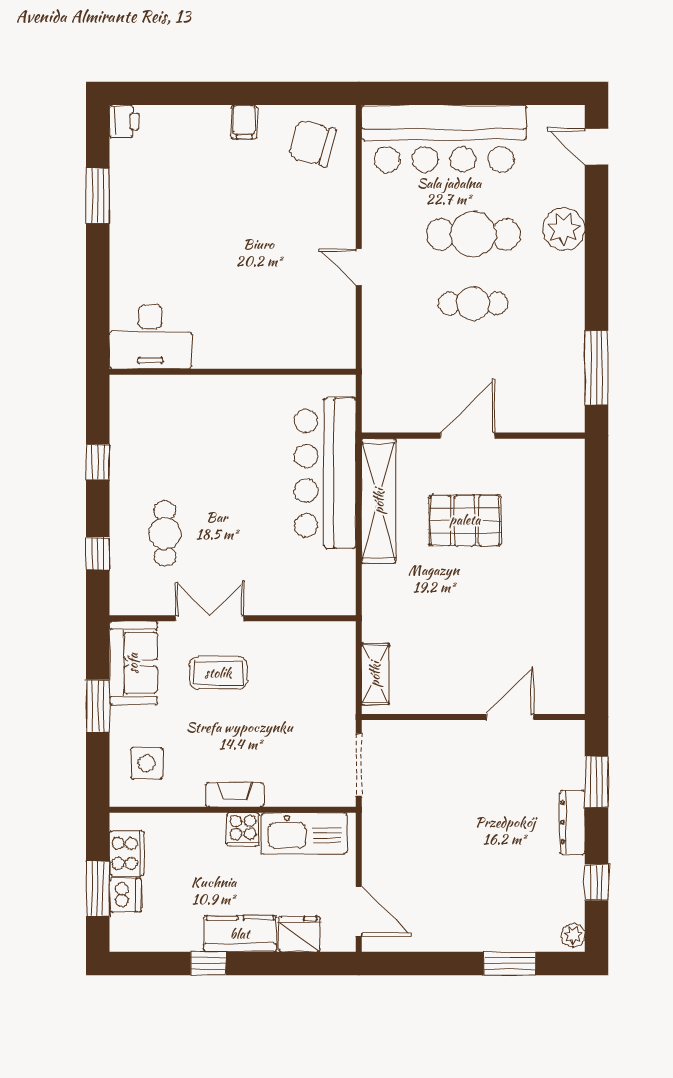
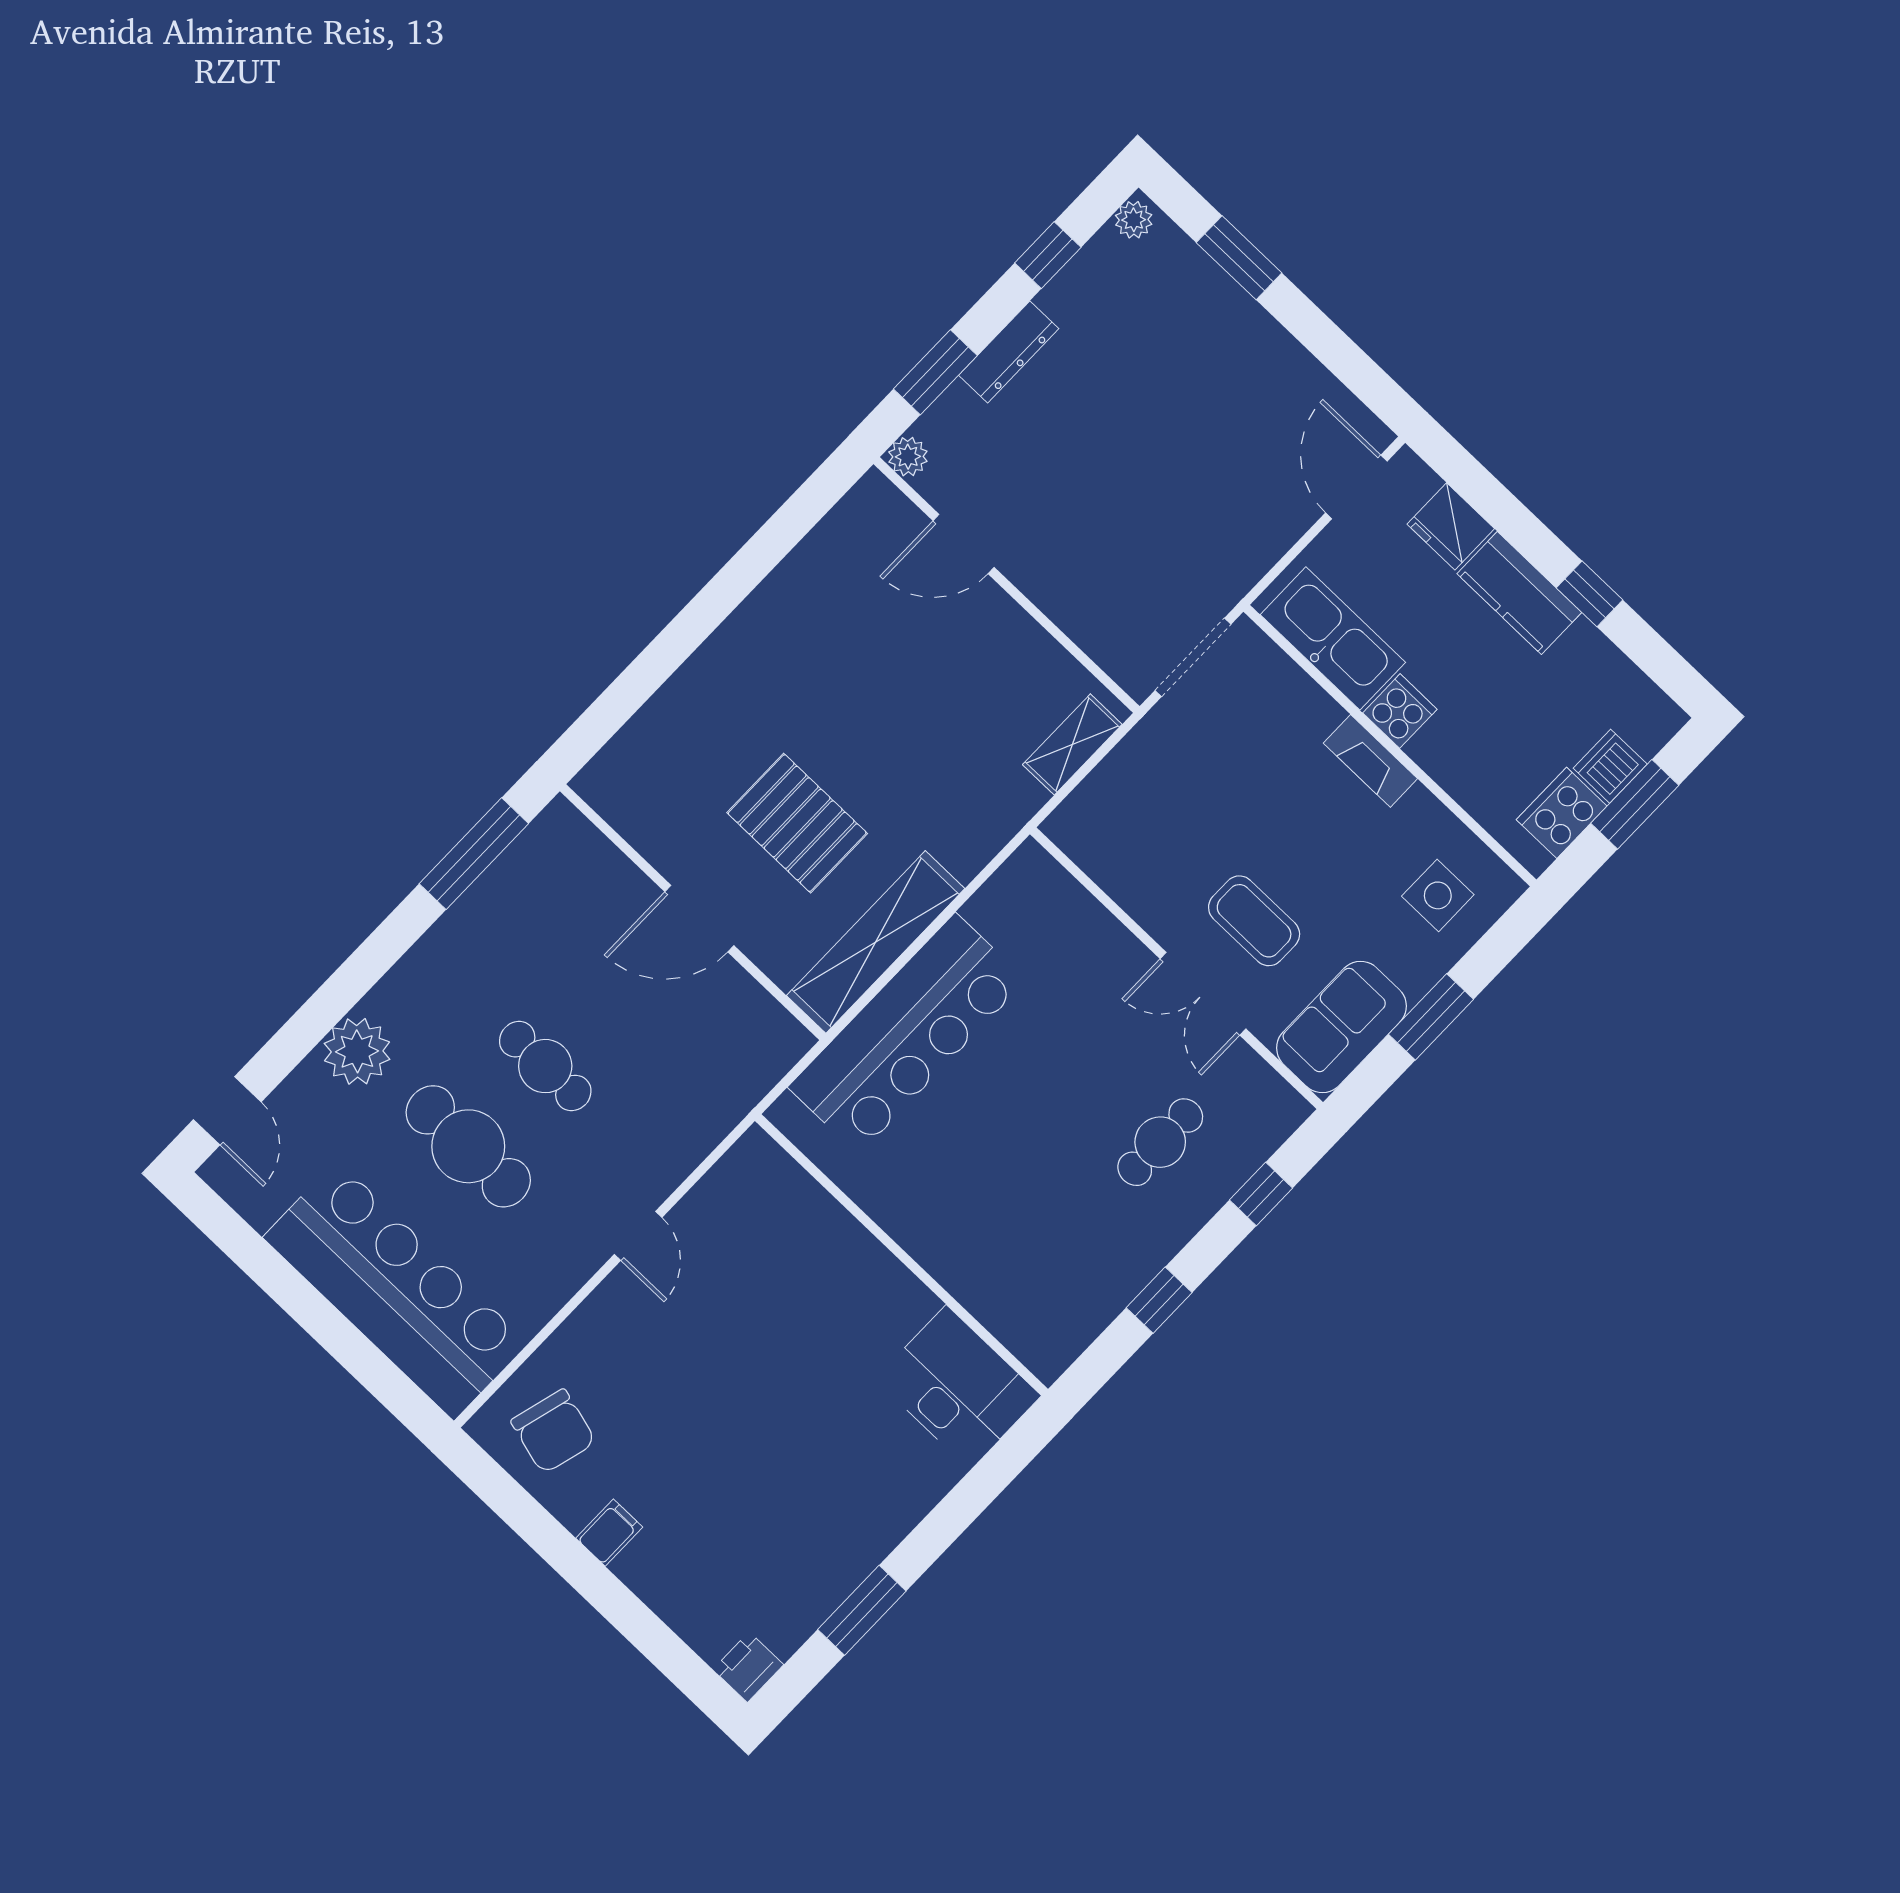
plant: (573, 732) -> (908, 457), added

